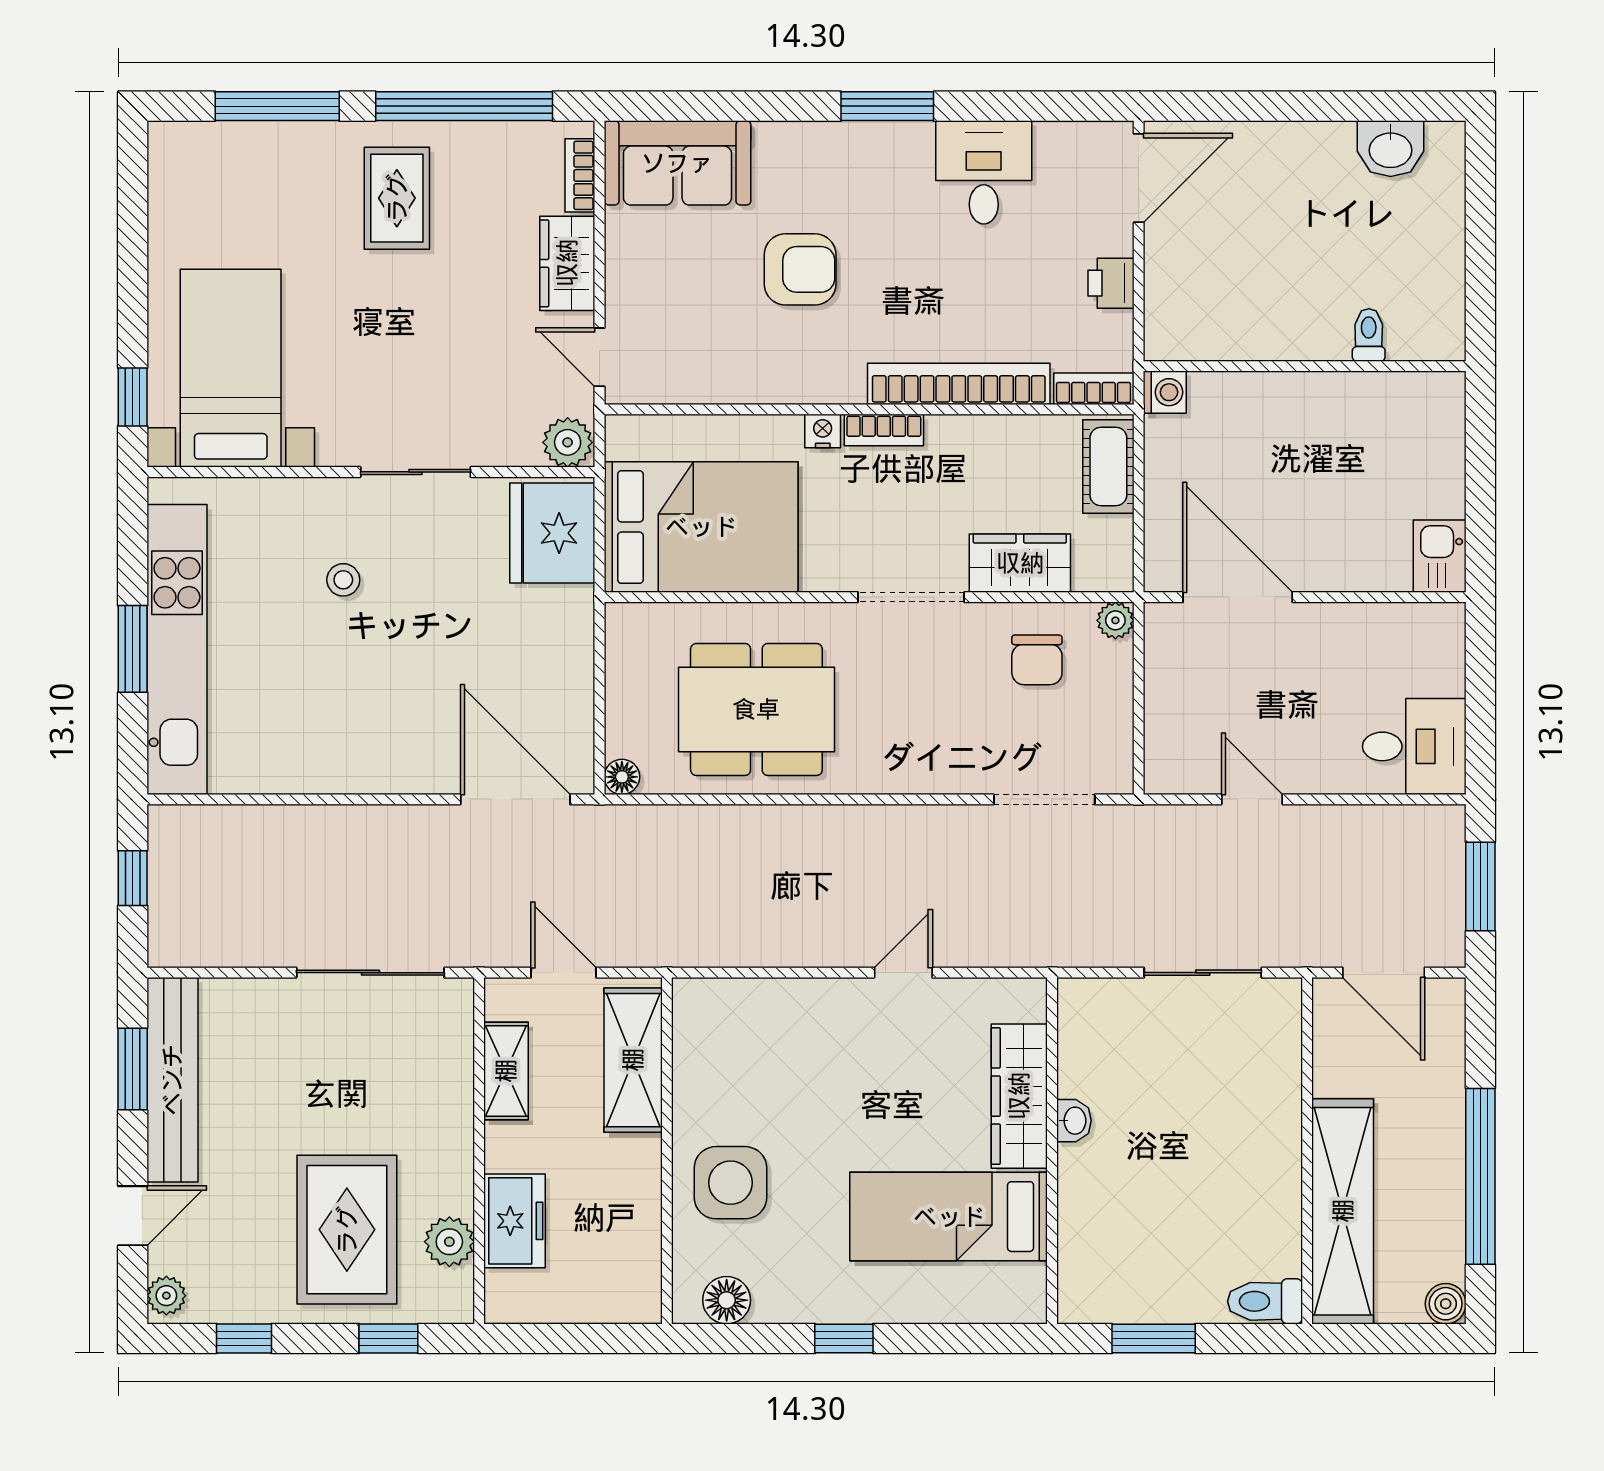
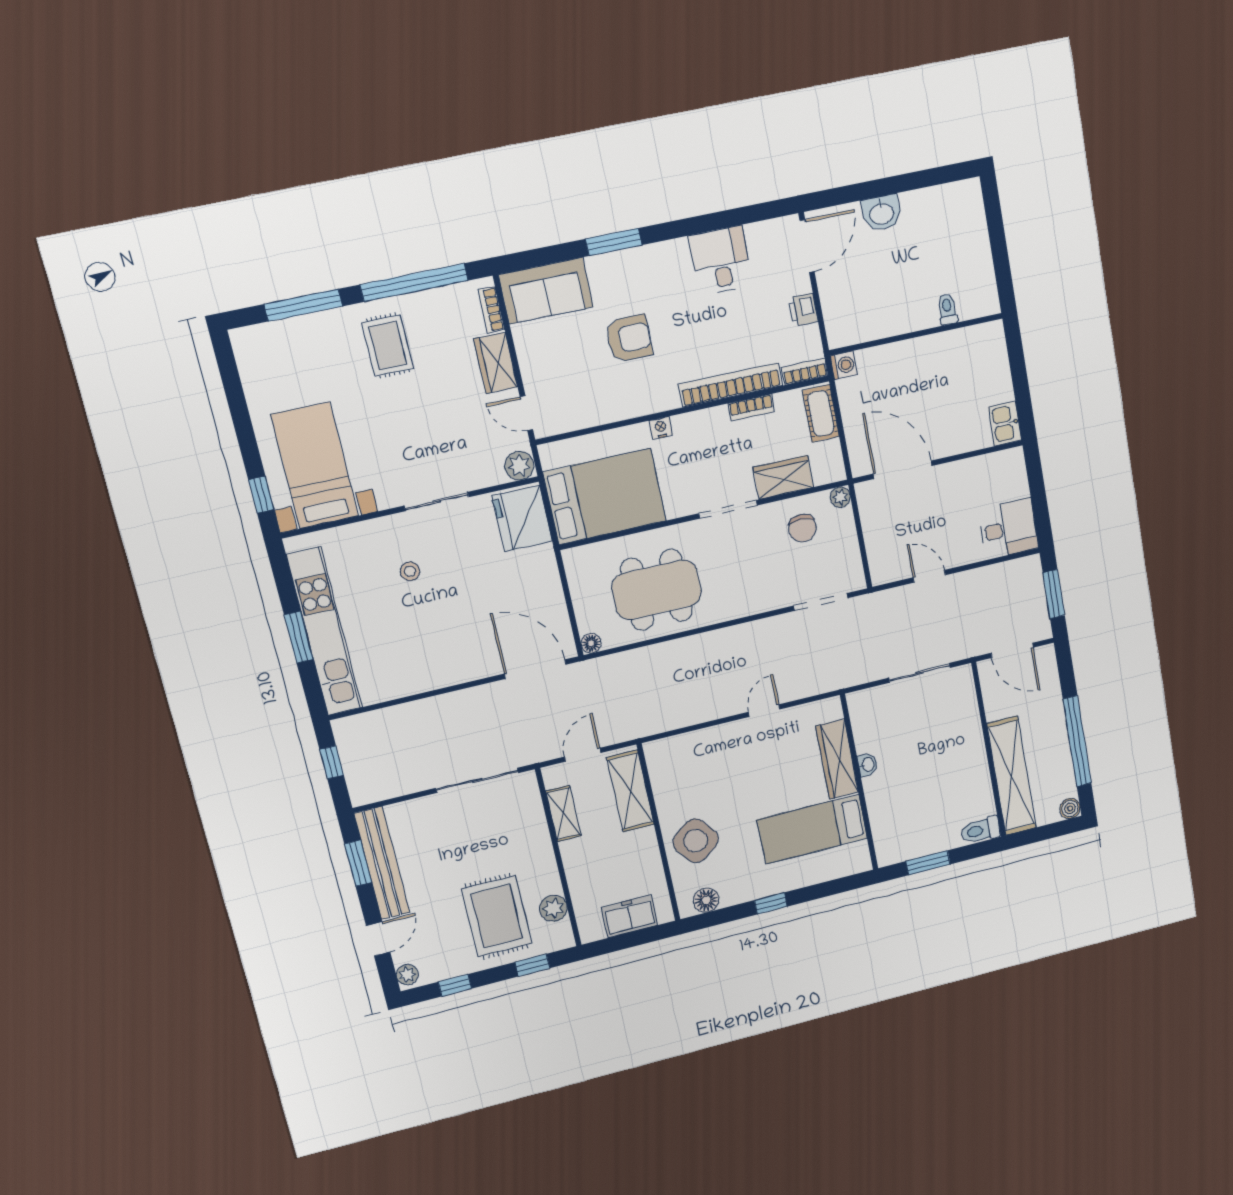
window: (887, 106) -> (614, 242), moved
washbasin: (1391, 149) -> (881, 213), moved
bookcase: (884, 430) -> (751, 407), moved
door: (564, 973) -> (583, 755), hinge flipped
side table: (731, 1183) -> (696, 841), turned -37
freezer: (514, 1221) -> (629, 916), moved, turned -90

